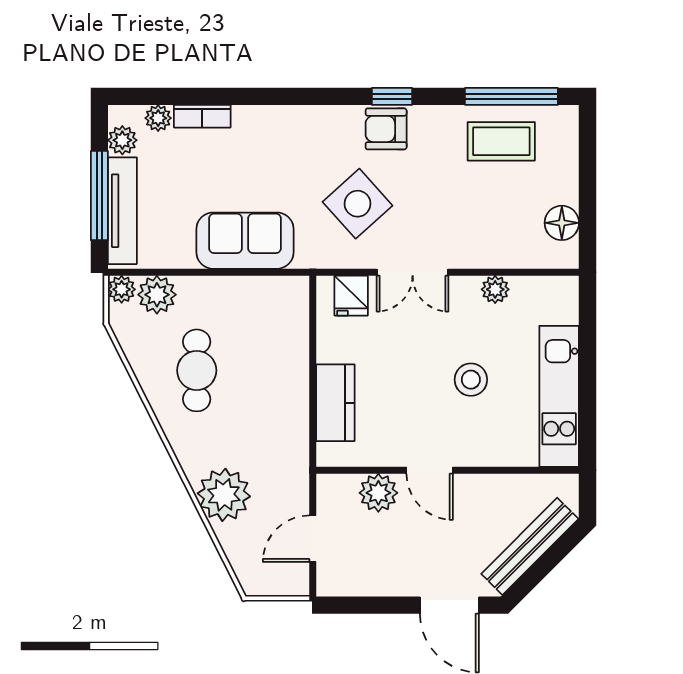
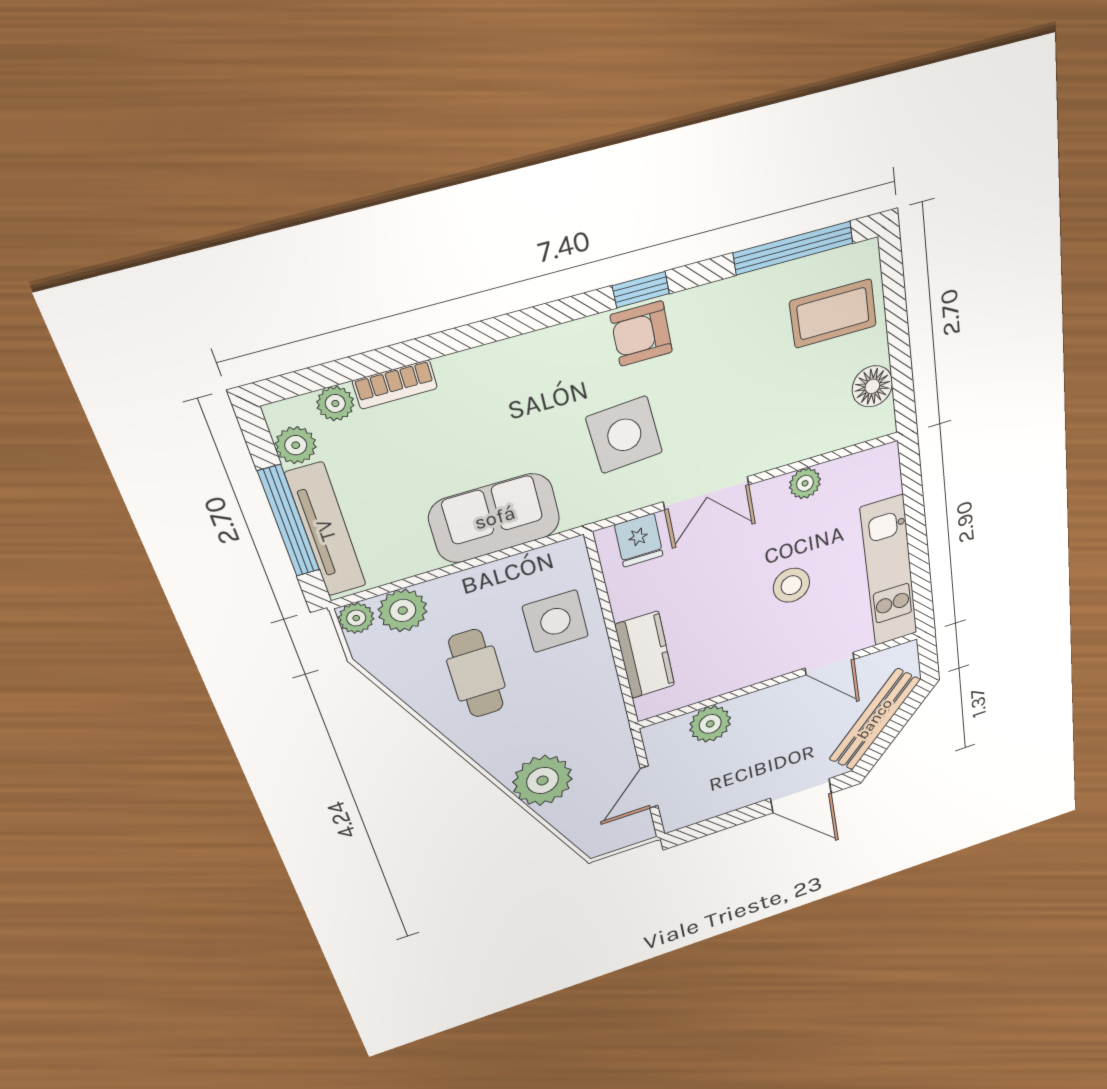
coffee table: (501, 141) -> (833, 314), moved
side table: (358, 204) -> (624, 435), turned 38
side table: (270, 345) -> (555, 621), added
door: (430, 470) -> (830, 664), moved

